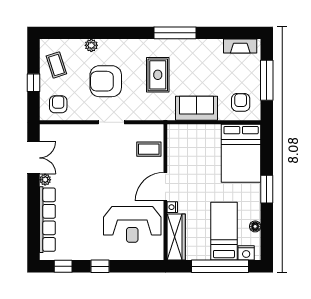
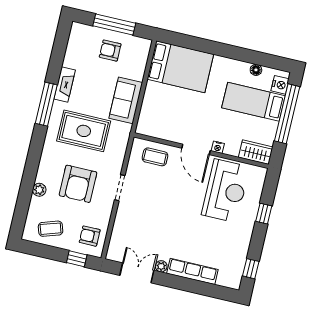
fireplace: (240, 46) -> (65, 85), moved
rug: (158, 75) -> (84, 131), width x1.36, depth x1.43
window: (33, 83) -> (77, 259), moved
armchair: (241, 102) -> (110, 51), moved
coffee table: (149, 149) -> (155, 157), turned 90
window: (267, 189) -> (222, 50), removed
row of seats: (47, 220) -> (192, 271), width x0.73
wardrobe: (176, 237) -> (256, 152), width x0.67
window: (100, 266) -> (264, 214), moved

